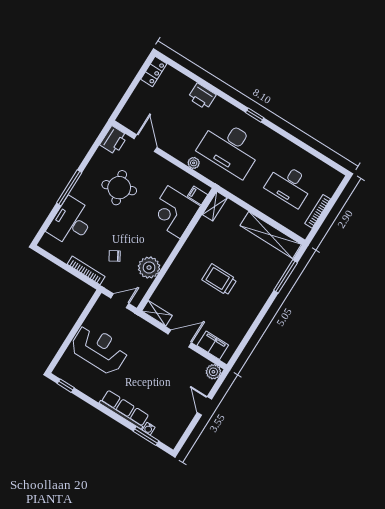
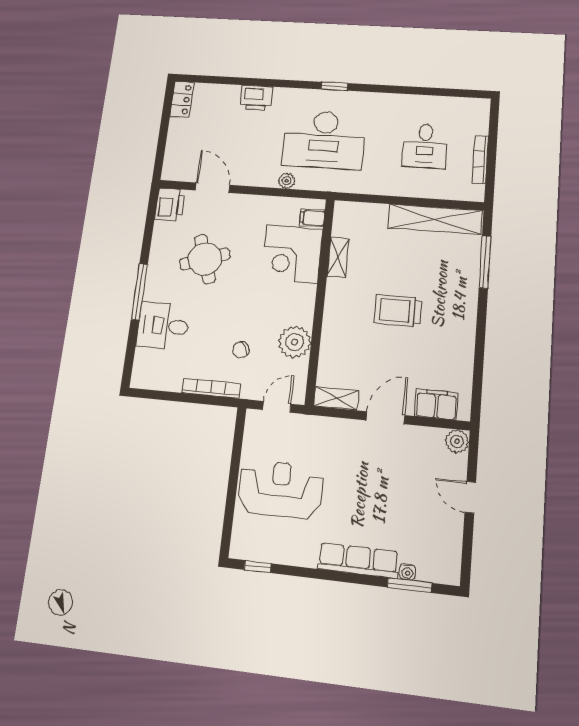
desk: (289, 185) -> (425, 146), width x0.73
shelving: (215, 206) -> (338, 258), moved
desk: (71, 222) -> (163, 326), width x0.73

